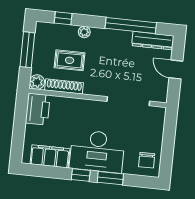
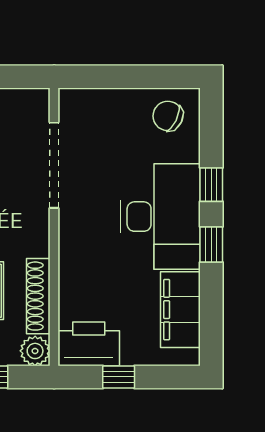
window: (20, 122) -> (119, 377), added
chair: (147, 160) -> (168, 116), turned -153
window: (110, 178) -> (211, 185), width x0.67

